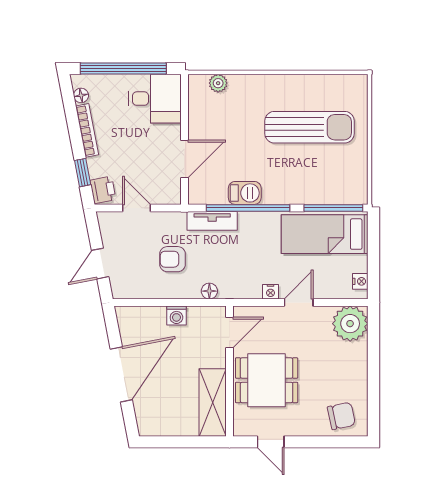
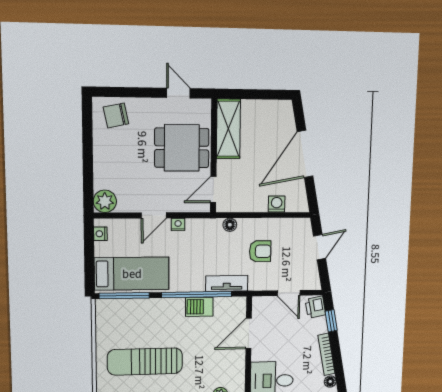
washing machine: (176, 315) -> (277, 204), moved
plant: (350, 324) -> (105, 201), width x0.73, depth x0.73

